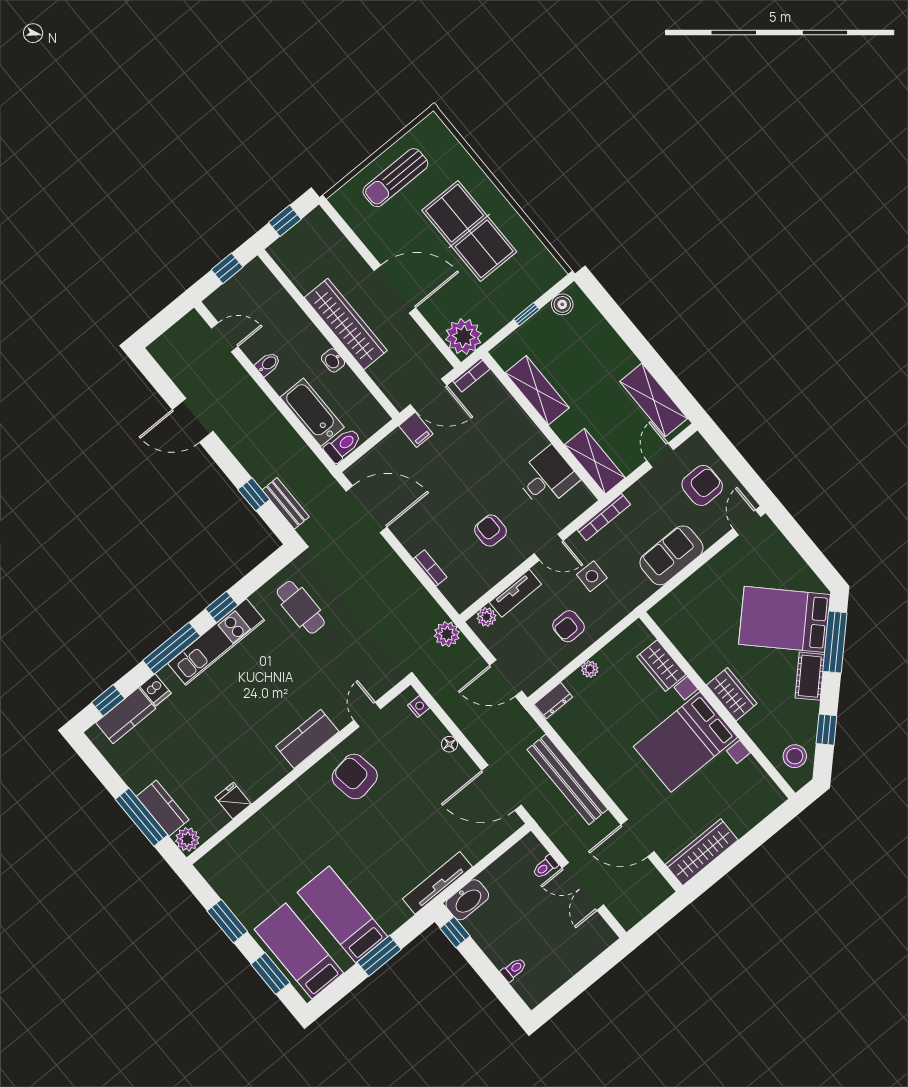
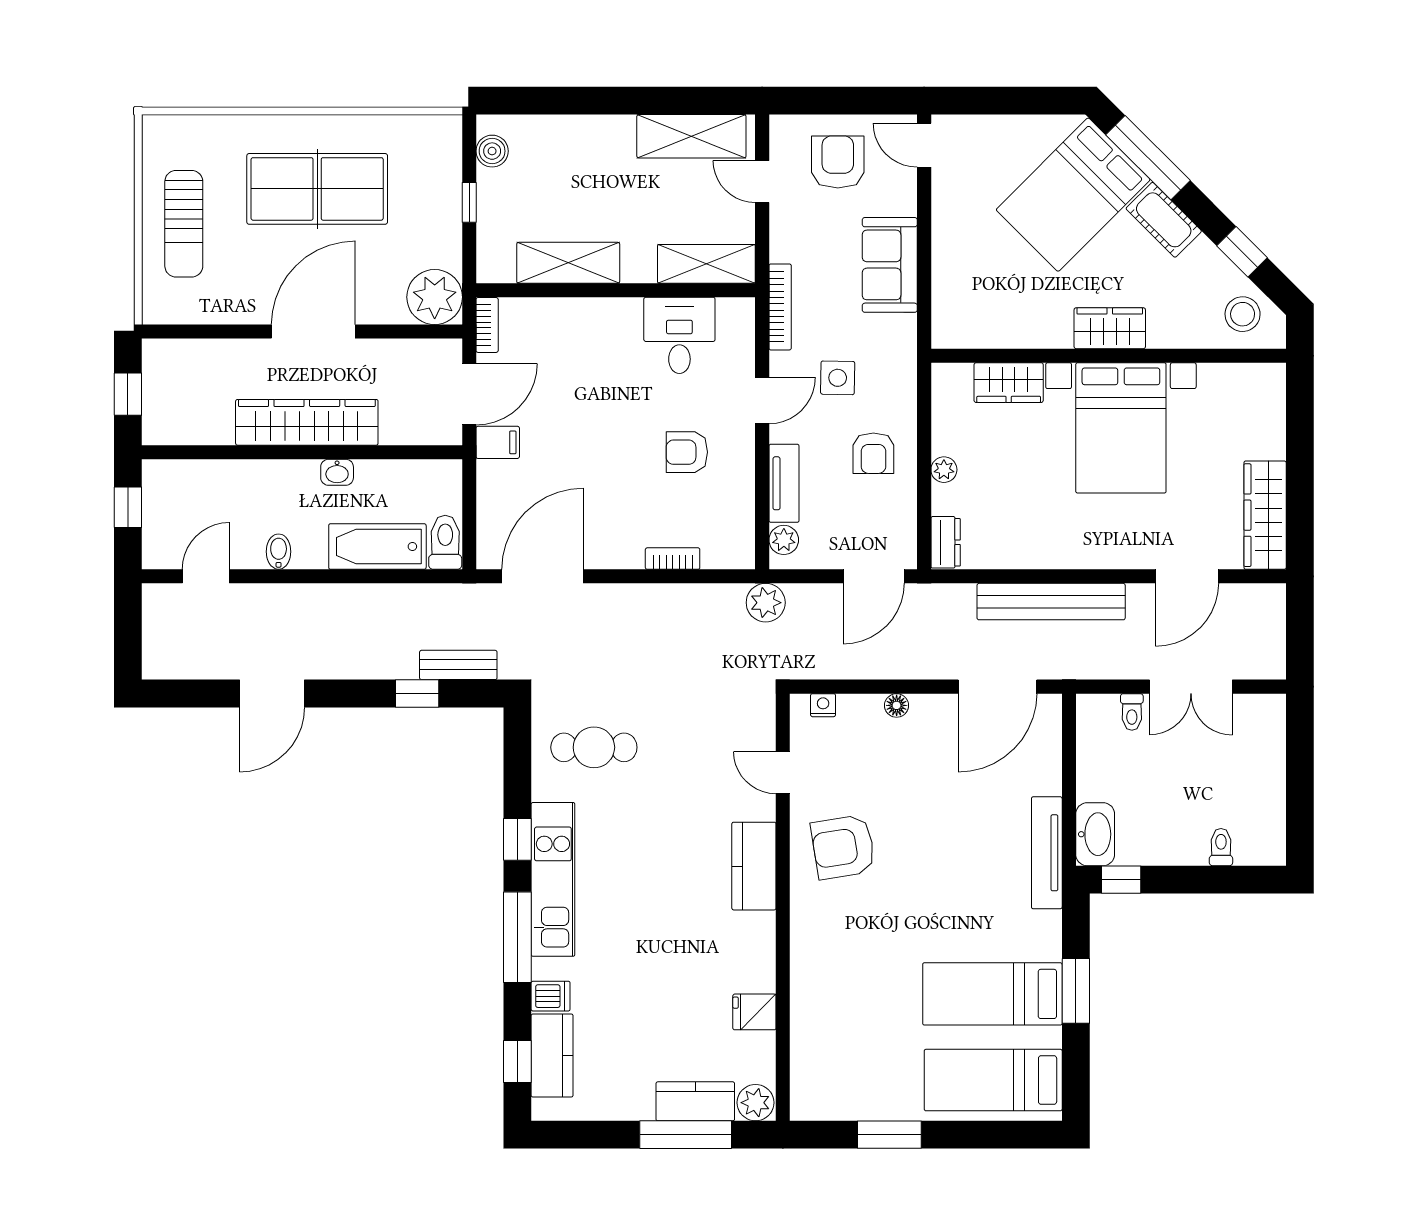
window: (270, 974) -> (992, 1135), removed

